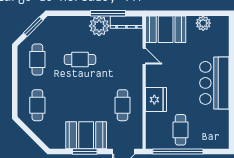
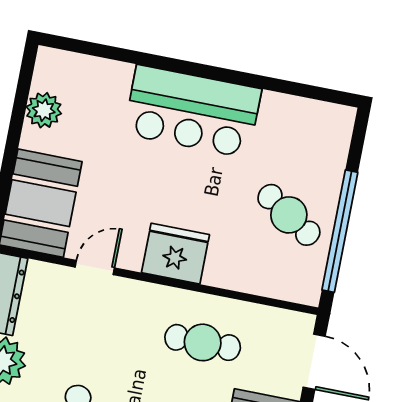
fridge: (156, 100) -> (175, 254), moved
cafe table: (180, 130) -> (289, 215), turned 33

